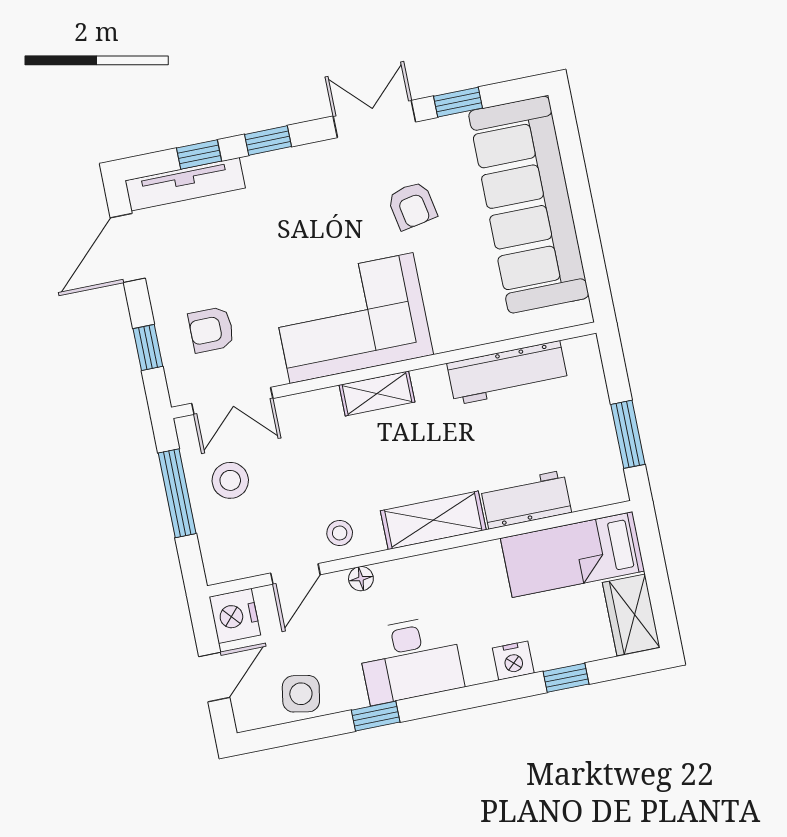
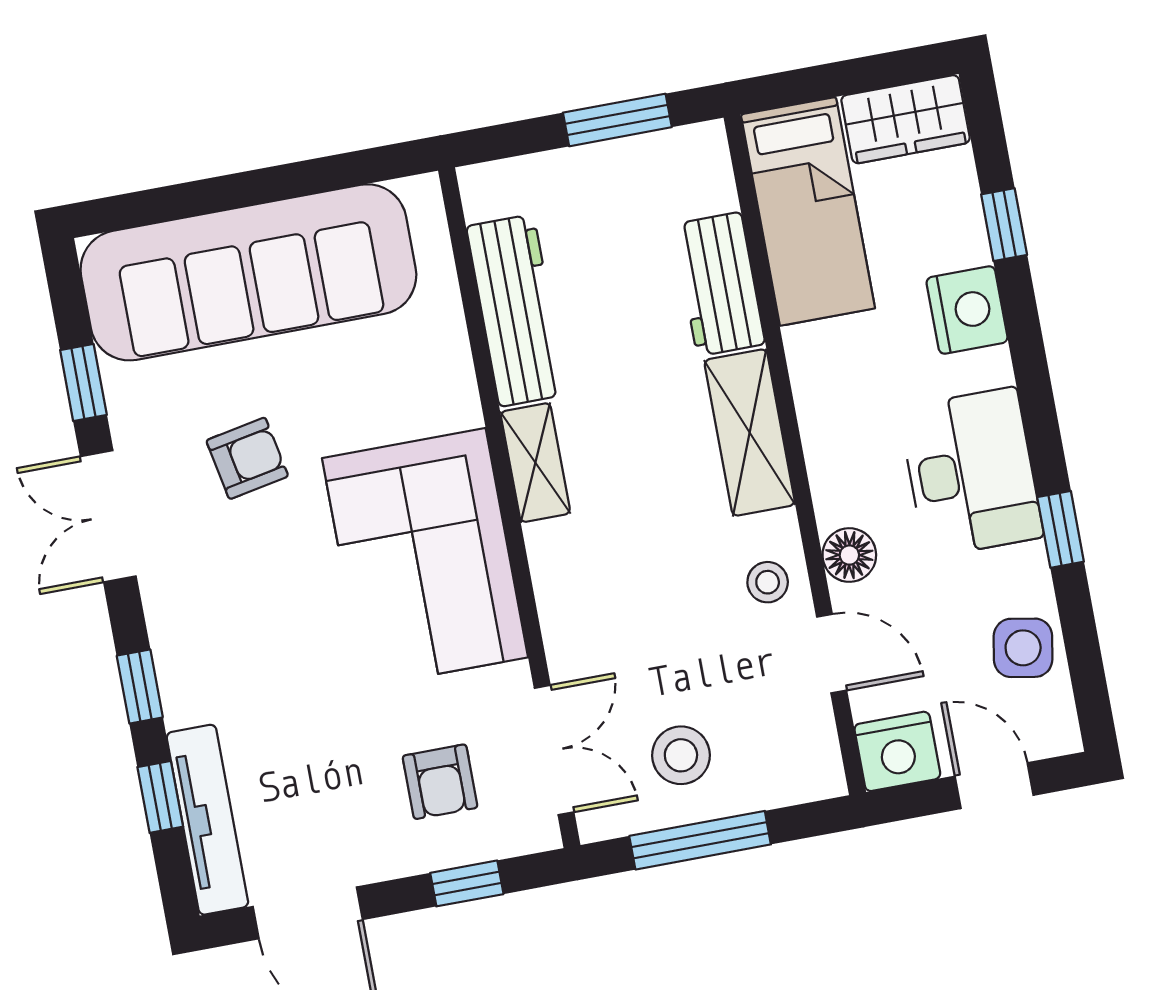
shelving: (377, 393) -> (535, 463), moved
floor lamp: (361, 579) -> (849, 555), width x1.37, depth x1.37
nightstand: (513, 661) -> (967, 310), width x1.36, depth x1.33

